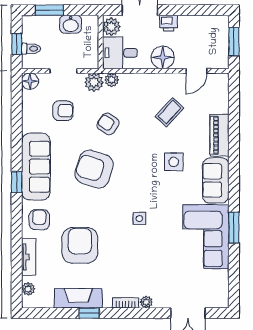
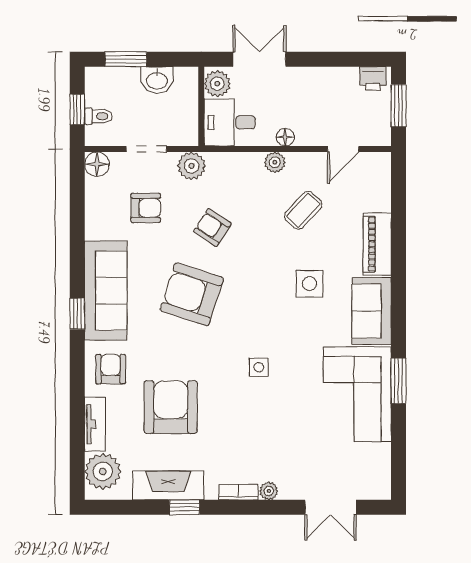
printer: (169, 23) -> (373, 78), moved
floor lamp: (163, 57) -> (285, 137), width x0.53, depth x0.53
plant: (112, 80) -> (275, 162), moved
plant: (28, 289) -> (103, 471), width x1.88, depth x1.88

